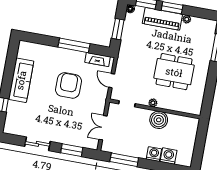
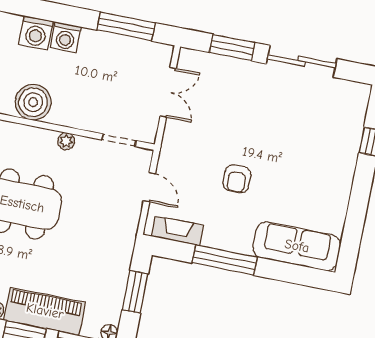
sofa: (21, 80) -> (297, 246), moved, turned 90
armchair: (69, 85) -> (237, 179), width x0.53, depth x0.53
boiler: (159, 120) -> (33, 102), moved
sliding door: (37, 144) -> (302, 61), width x1.37

